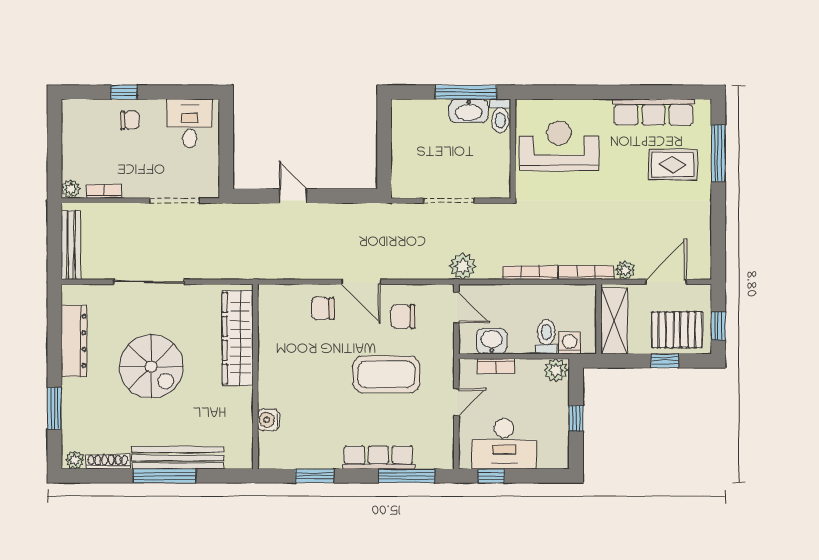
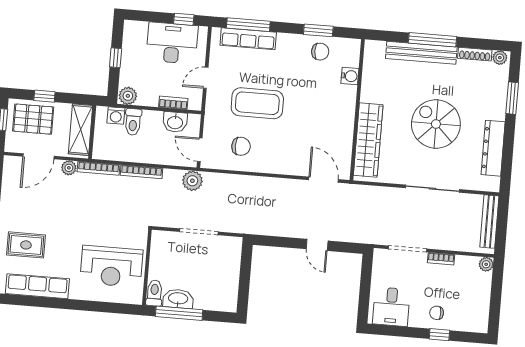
bookcase: (104, 191) -> (441, 259), moved
door: (361, 282) -> (323, 180), moved
chair: (323, 308) -> (320, 52), moved
row of seats: (378, 458) -> (248, 39), moved

